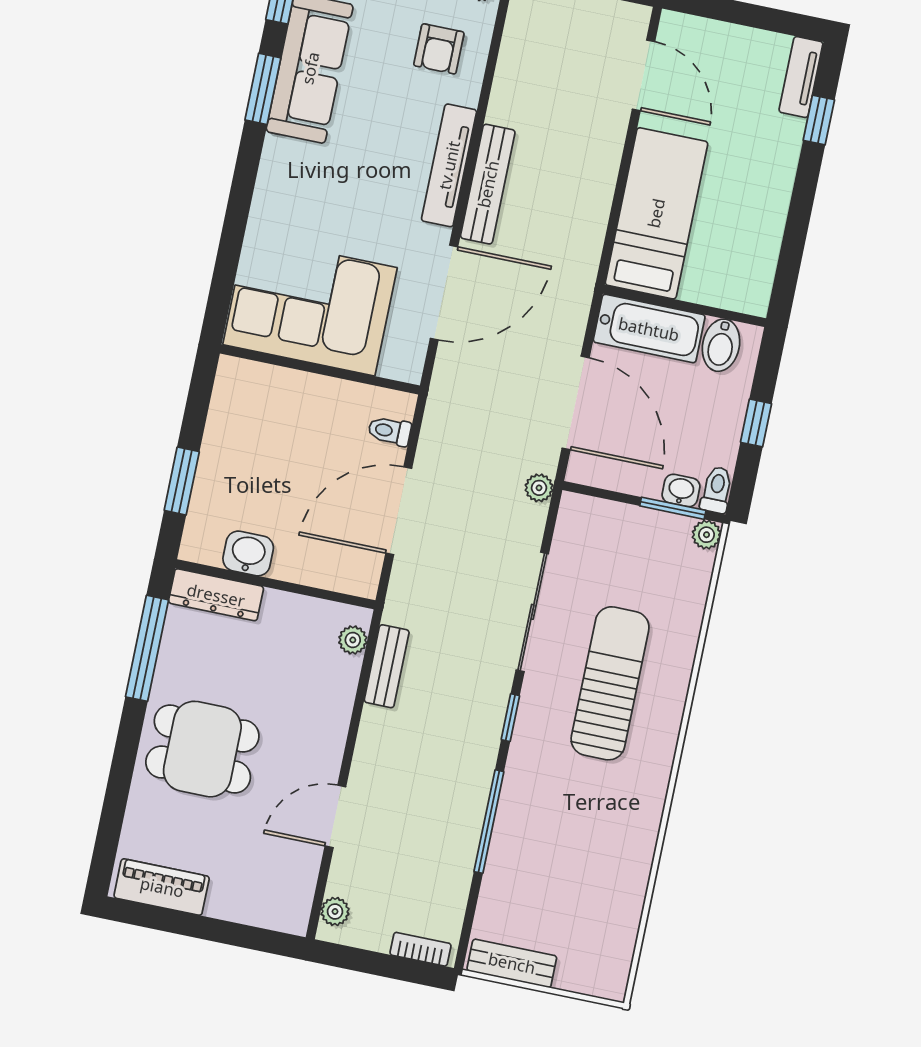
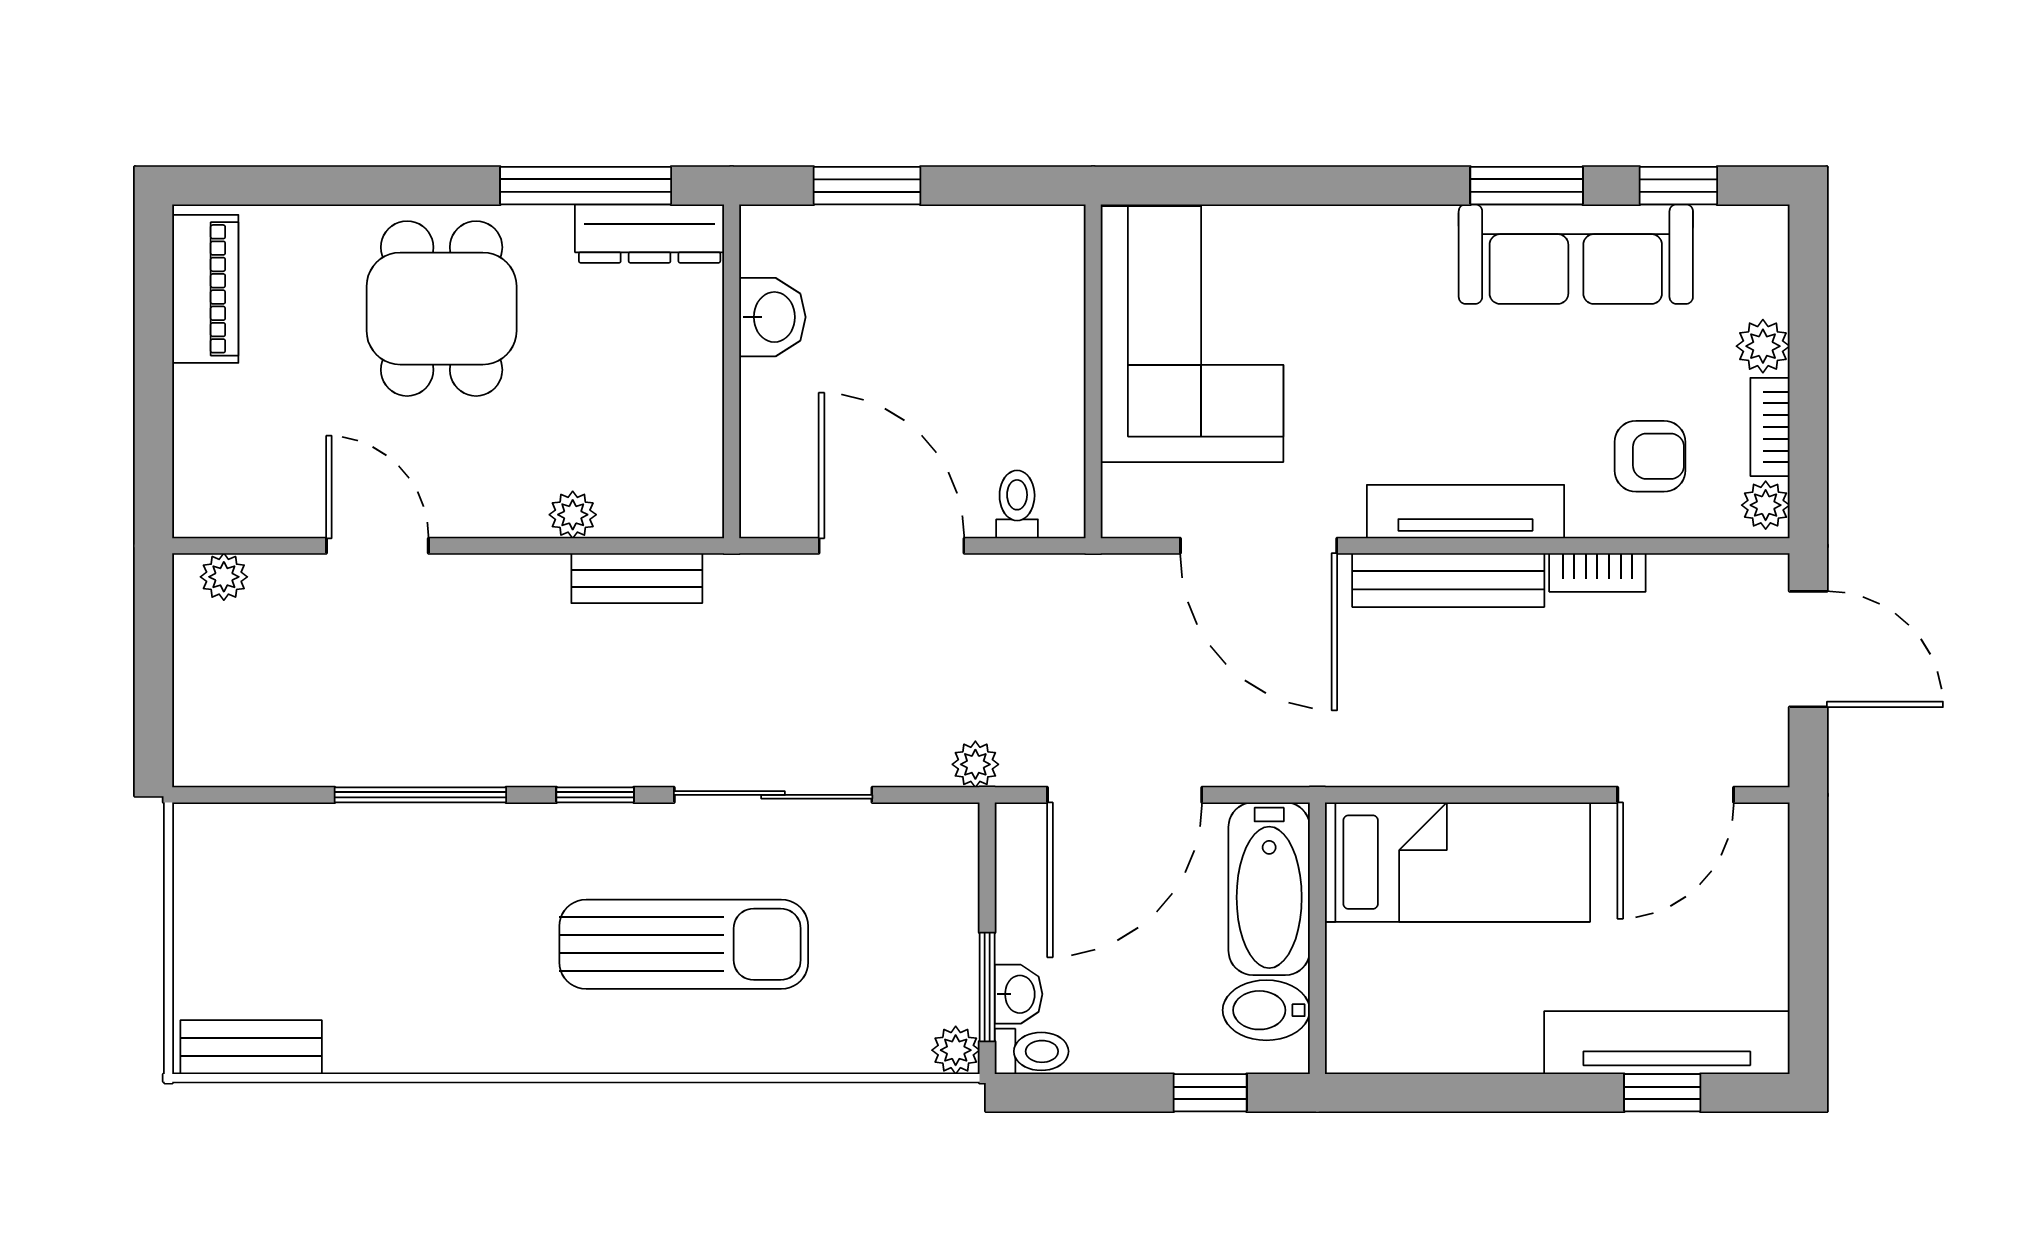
armchair: (439, 49) -> (1650, 456), turned 180
tv unit: (801, 77) -> (1667, 1043), width x1.92, depth x1.29
window: (756, 423) -> (1210, 1093), moved
dresser: (216, 595) -> (650, 234), moved, turned -90
plant: (353, 640) -> (573, 515), moved
bookcase: (421, 949) -> (1597, 573), moved, turned 90
bench: (512, 963) -> (251, 1047), moved, turned 90

